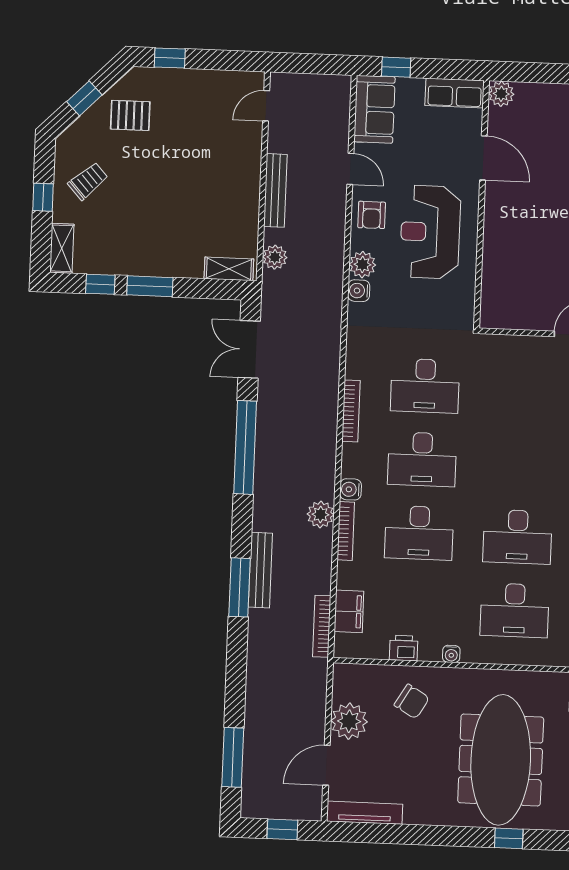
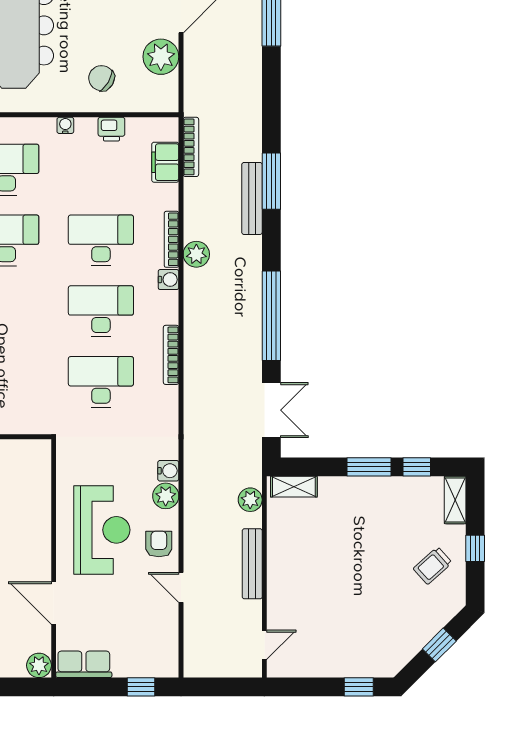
sofa: (375, 109) -> (160, 646), removed
pallet: (130, 115) -> (395, 630), removed

